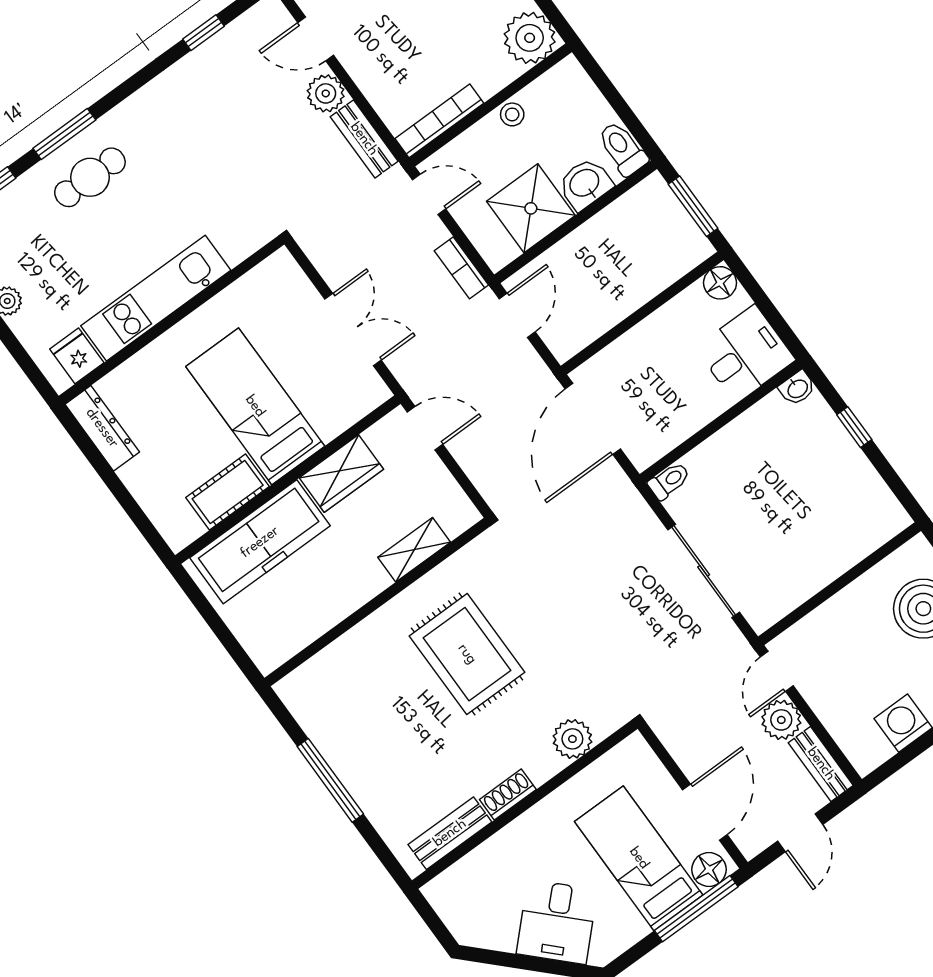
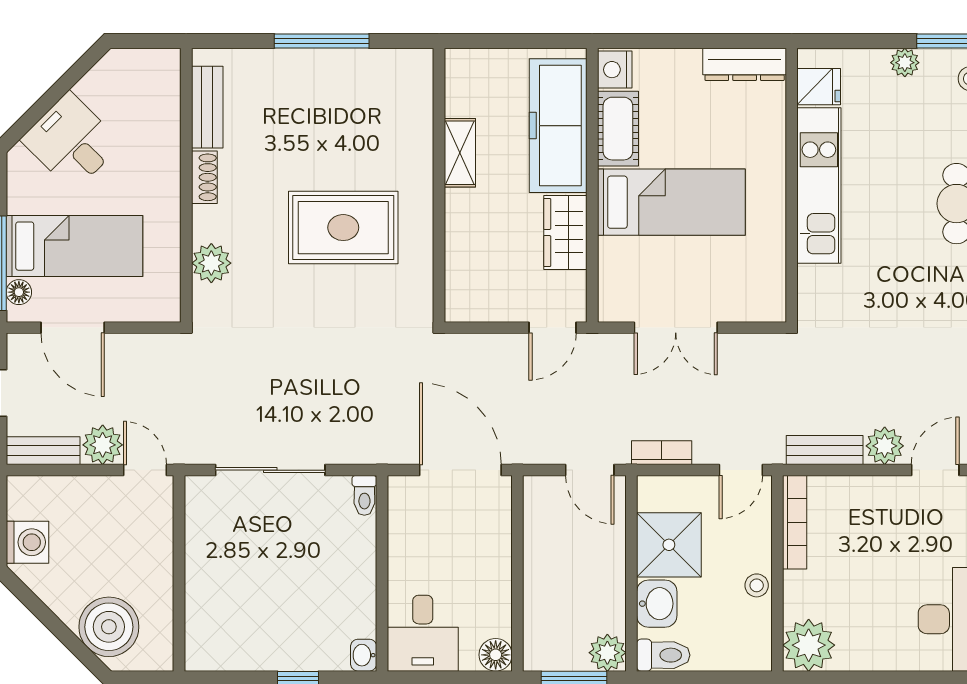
plant: (653, 195) -> (607, 653), added
nightstand: (182, 529) -> (615, 70), added
shelving: (414, 550) -> (460, 153), moved
floor lamp: (709, 870) -> (19, 292), width x0.73, depth x0.73

